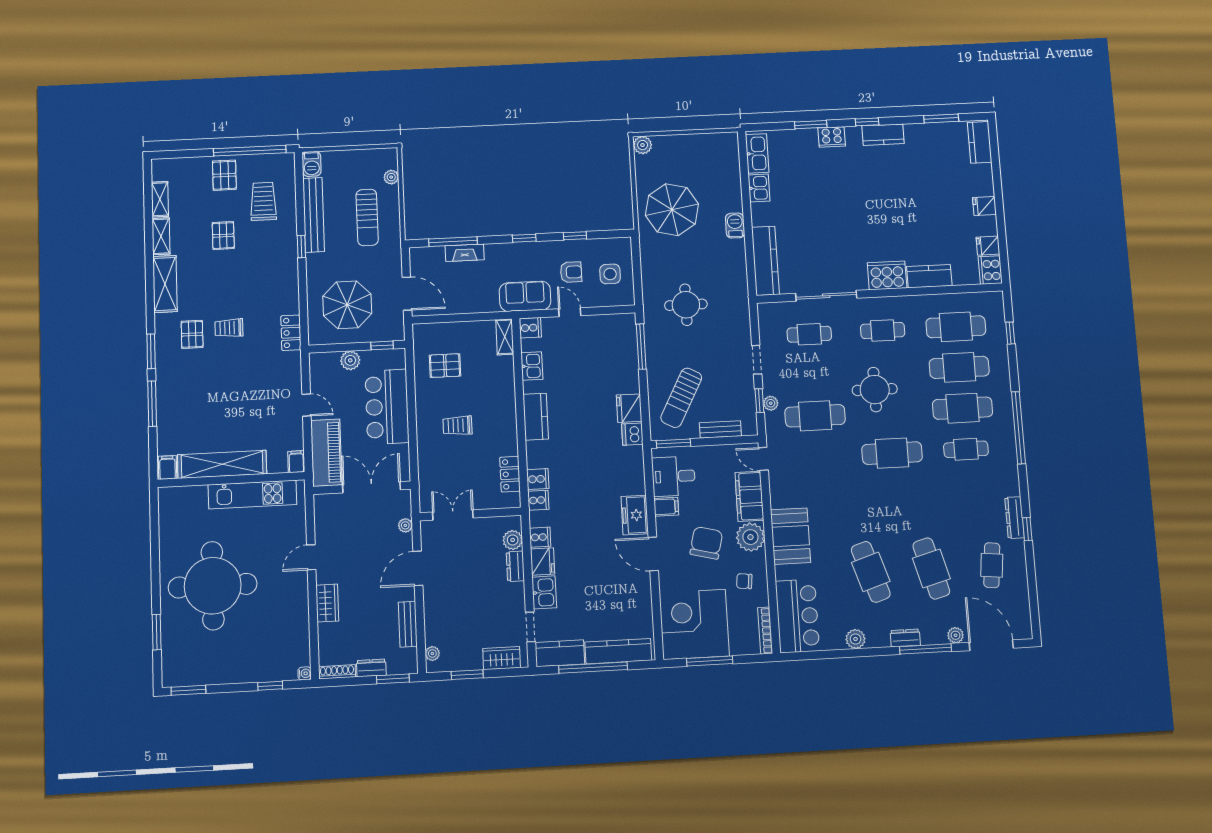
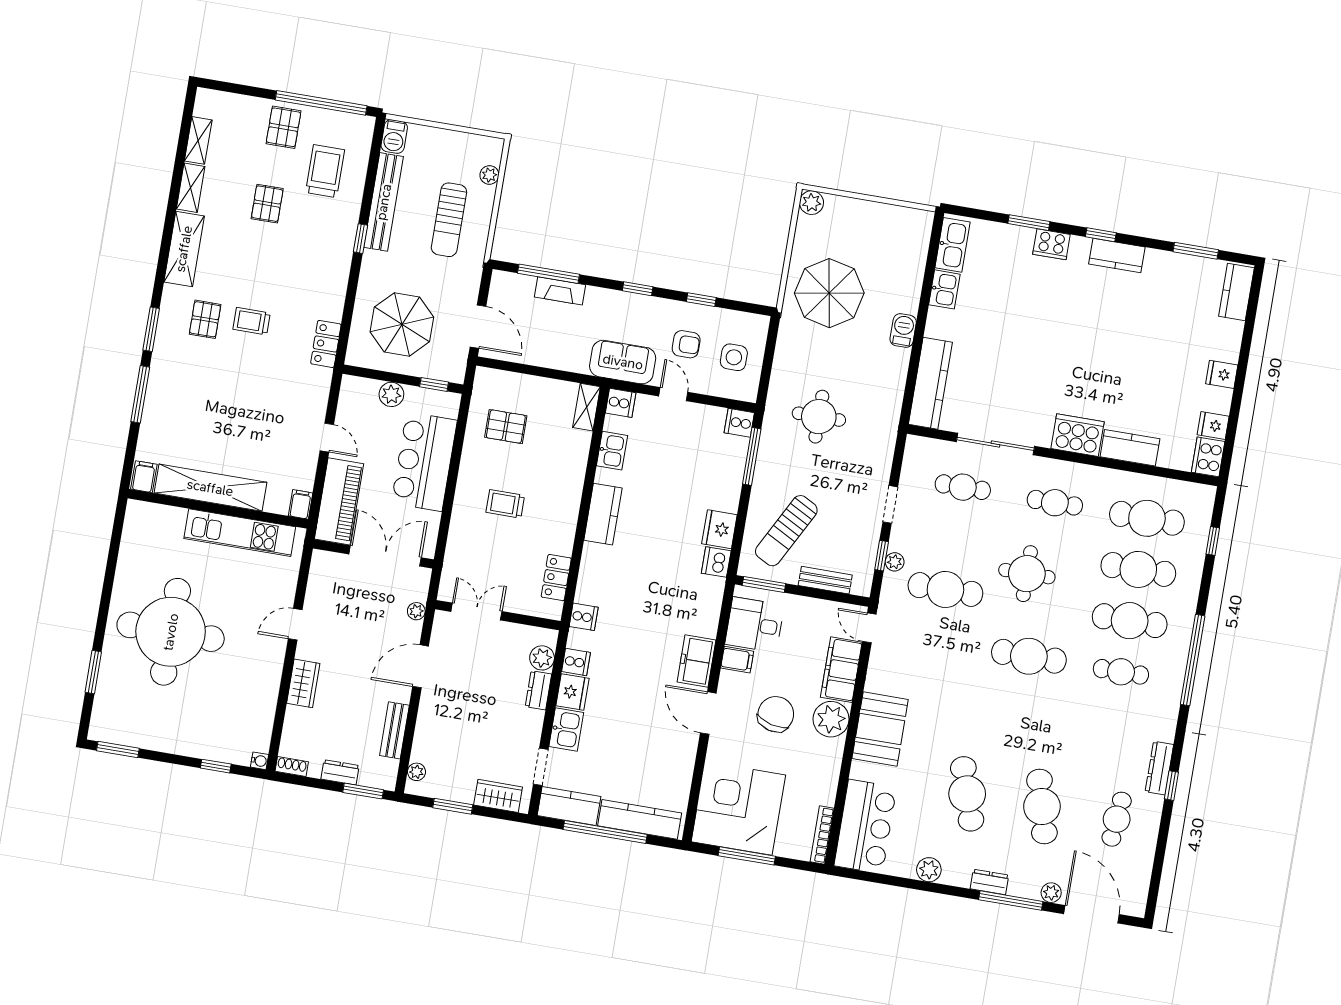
cooker: (538, 479) -> (739, 423), moved, turned 180
chair: (744, 581) -> (811, 770), removed
shoe rack: (337, 672) -> (292, 767), width x0.70

